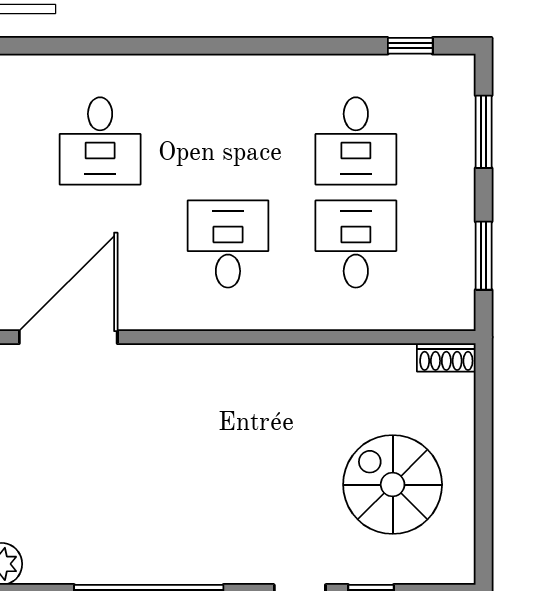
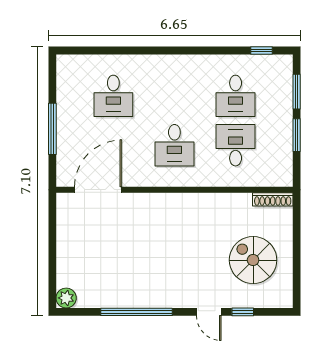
desk: (228, 244) -> (174, 145), turned 180
window: (484, 256) -> (297, 135), moved
shoe rack: (446, 357) -> (273, 199), width x1.43

